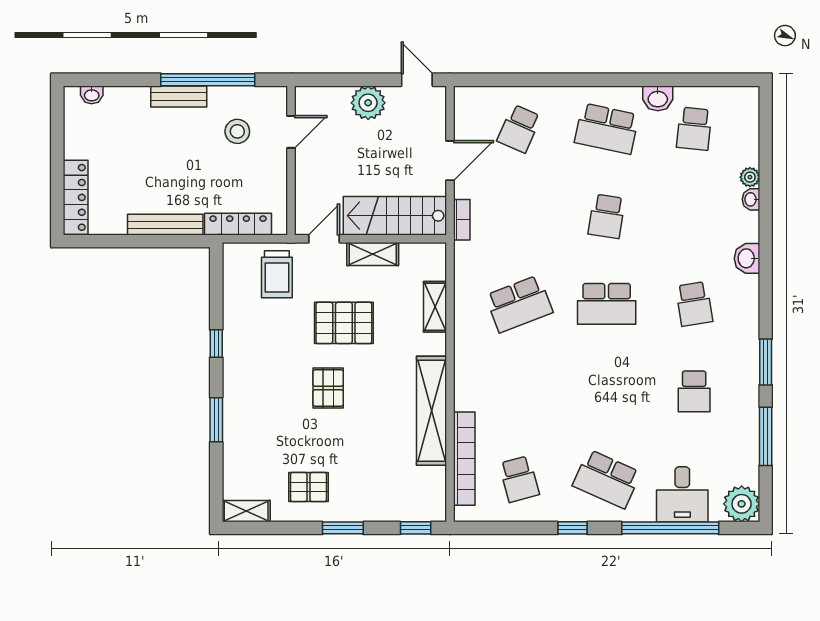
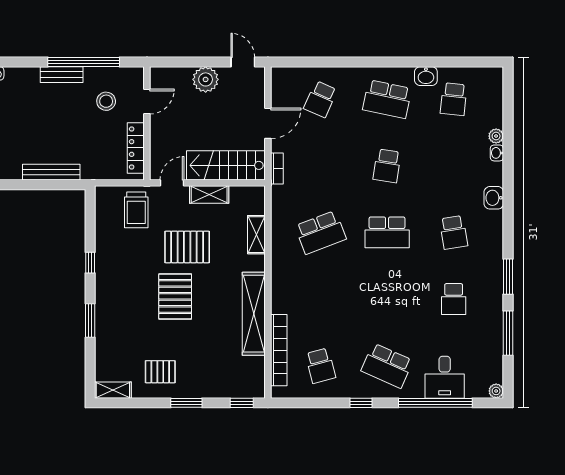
locker: (238, 224) -> (136, 148), moved, turned -90
pallet: (328, 388) -> (175, 296), width x1.50, depth x1.42
plant: (742, 504) -> (496, 391), width x0.53, depth x0.53

